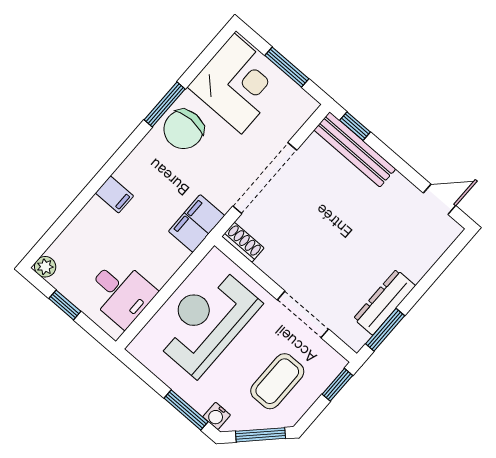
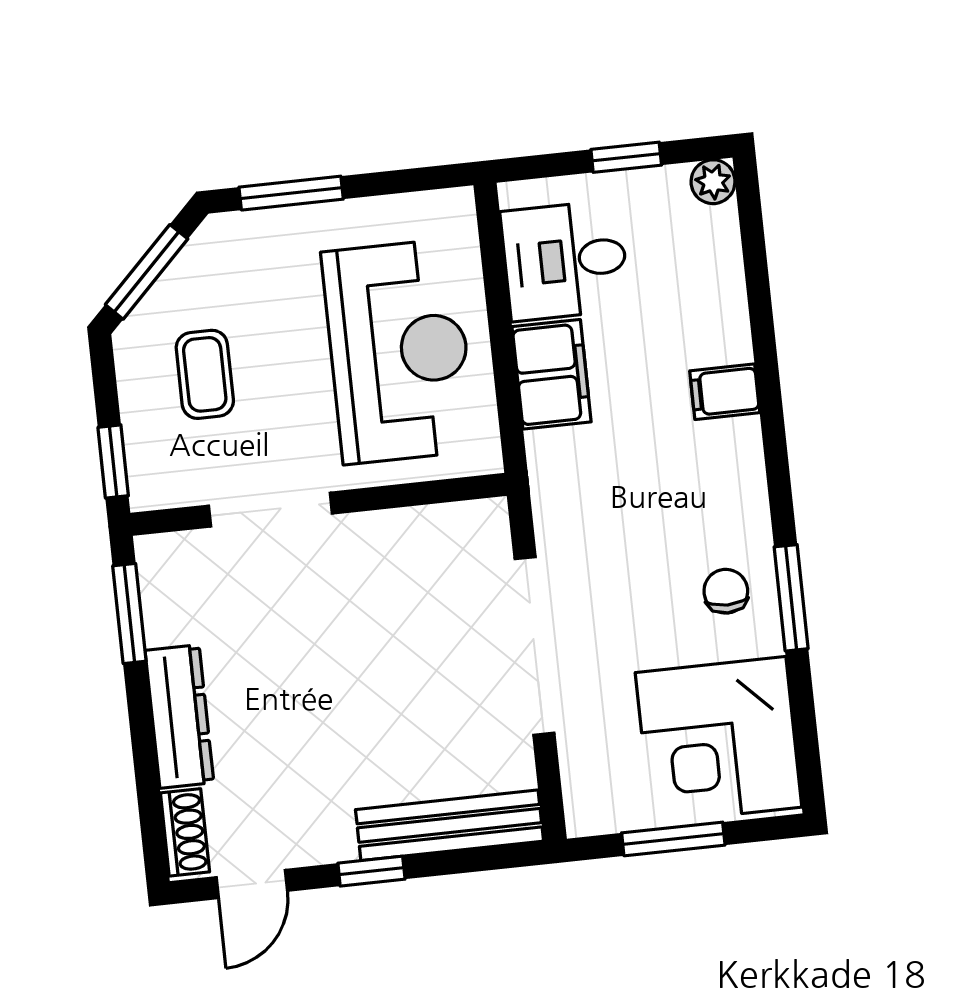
window: (355, 126) -> (371, 871), moved
chair: (184, 129) -> (726, 591), width x0.54, depth x0.54
filing cabinet: (197, 223) -> (552, 374), moved
shoe rack: (243, 242) -> (185, 832), moved, turned -90
dresser: (385, 302) -> (179, 716), moved
coffee table: (277, 381) -> (205, 374), width x0.73, depth x0.77
water cooler: (217, 416) -> (238, 231), removed

